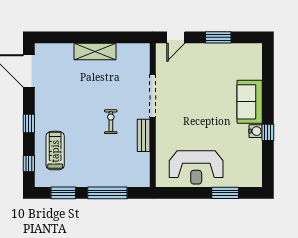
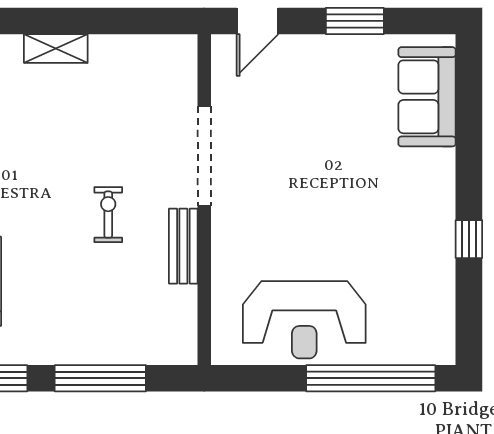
shelving: (95, 51) -> (56, 49), width x0.67, depth x0.75
sofa: (250, 102) -> (427, 97), moved
water cooler: (256, 131) -> (441, 236), removed
window: (225, 193) -> (371, 378), width x2.11

